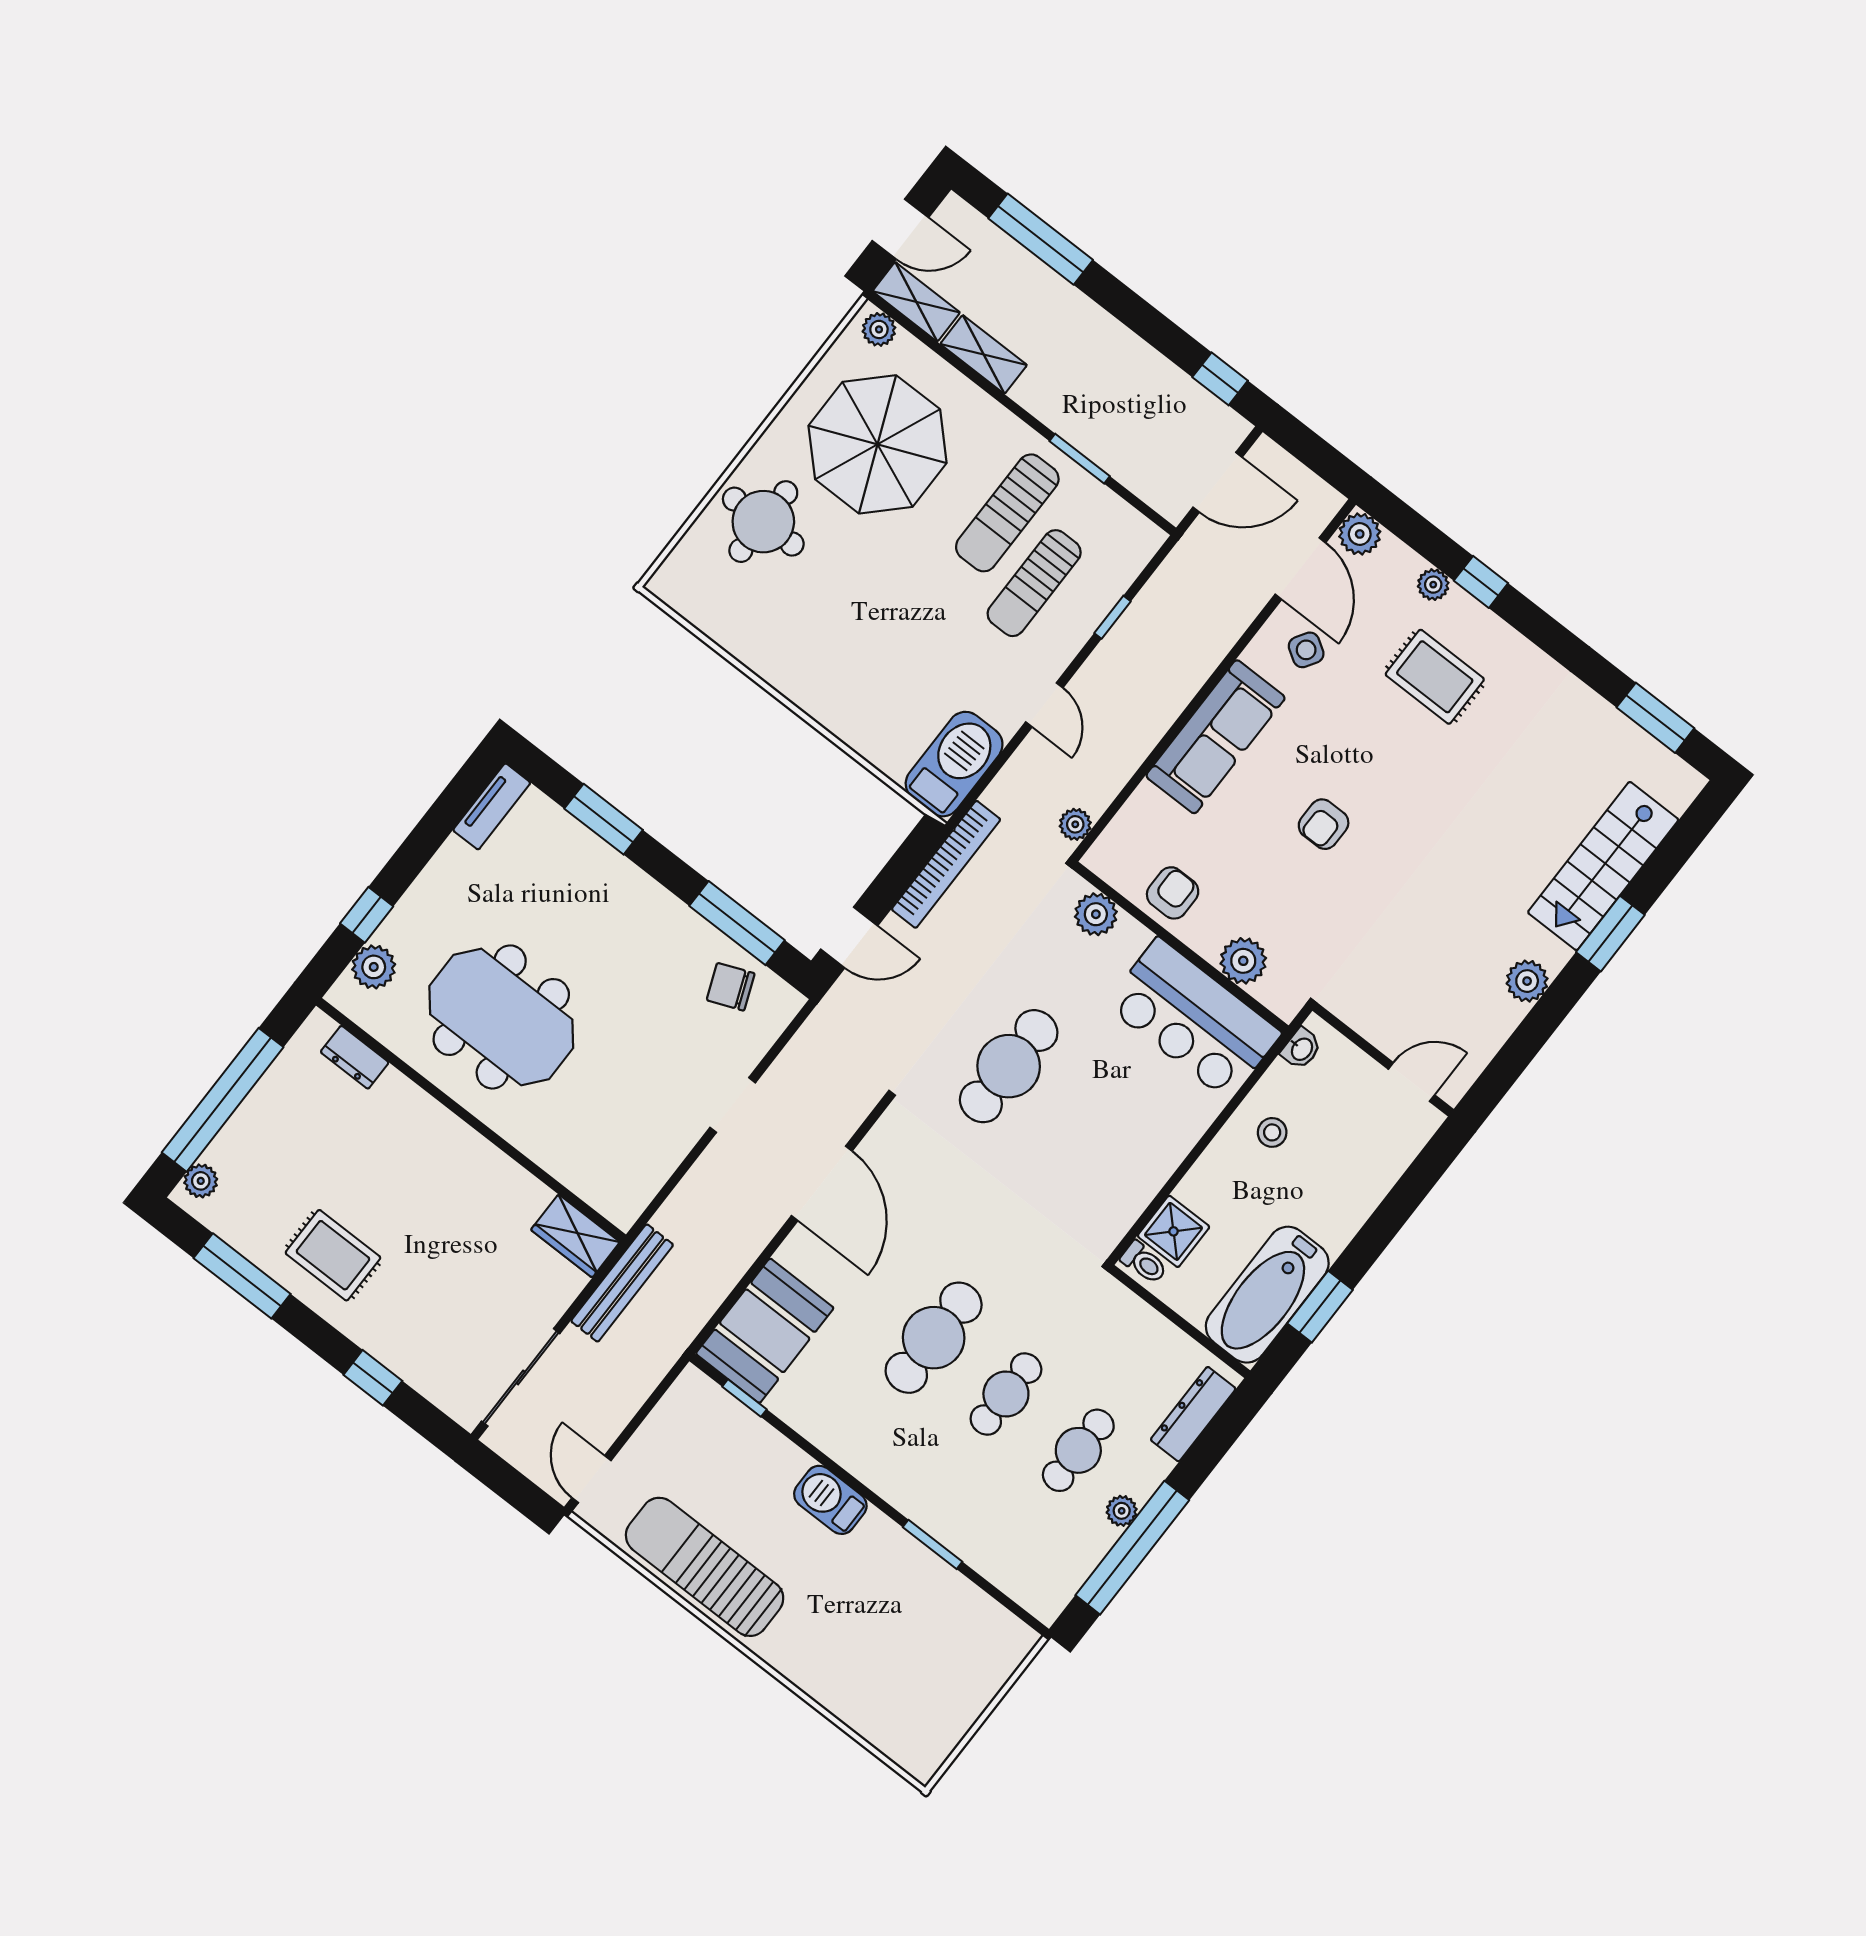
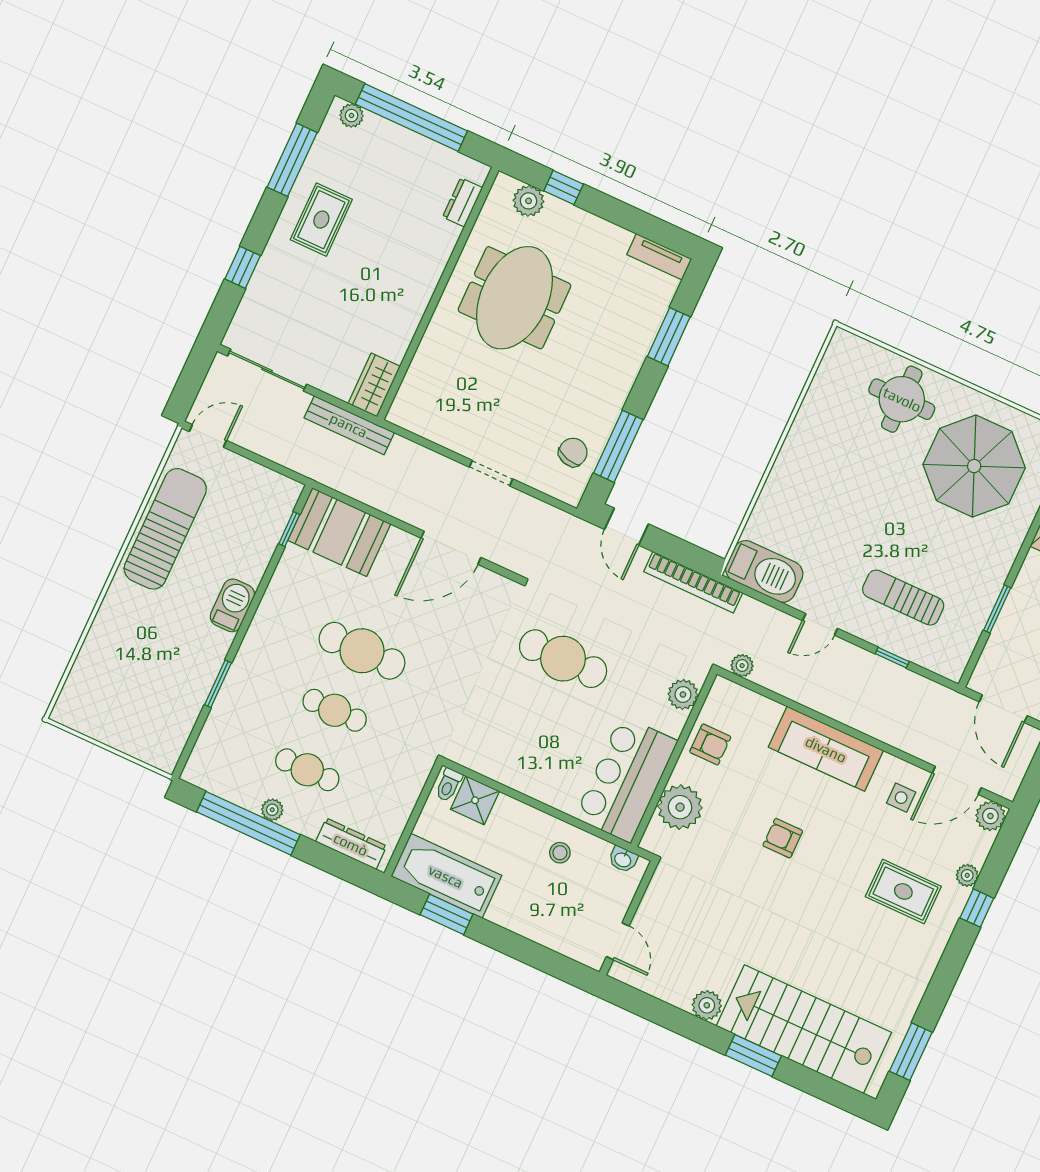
sun lounger: (1007, 513) -> (948, 567), removed
side table: (1306, 650) -> (901, 798), turned -32
rug: (1435, 677) -> (903, 891), turned 90
stairs: (1603, 866) -> (804, 1029), width x1.36, depth x1.51
plant: (1243, 961) -> (680, 807), width x1.36, depth x1.36
chair: (731, 987) -> (573, 452), turned 38

